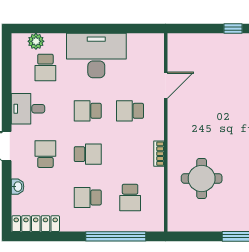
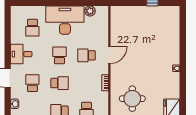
plant: (36, 41) -> (90, 11), moved
door: (166, 85) -> (109, 55), moved
school desk: (88, 111) -> (59, 55), turned 90

